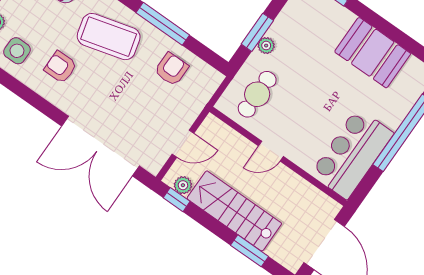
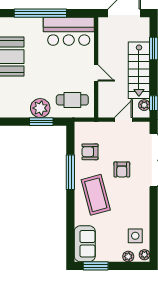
plant: (266, 46) -> (40, 108), width x1.88, depth x1.88
armchair: (60, 67) -> (122, 169), moved
door: (183, 144) -> (123, 120), hinge flipped

